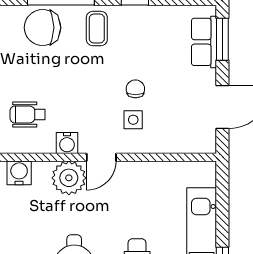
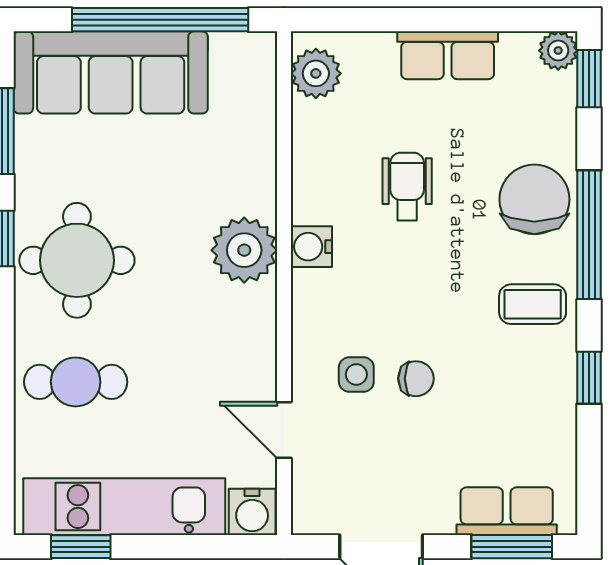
wheelchair: (28, 114) -> (407, 186), moved
door: (101, 157) -> (284, 430), moved
water cooler: (19, 173) -> (252, 512), moved, turned 90

